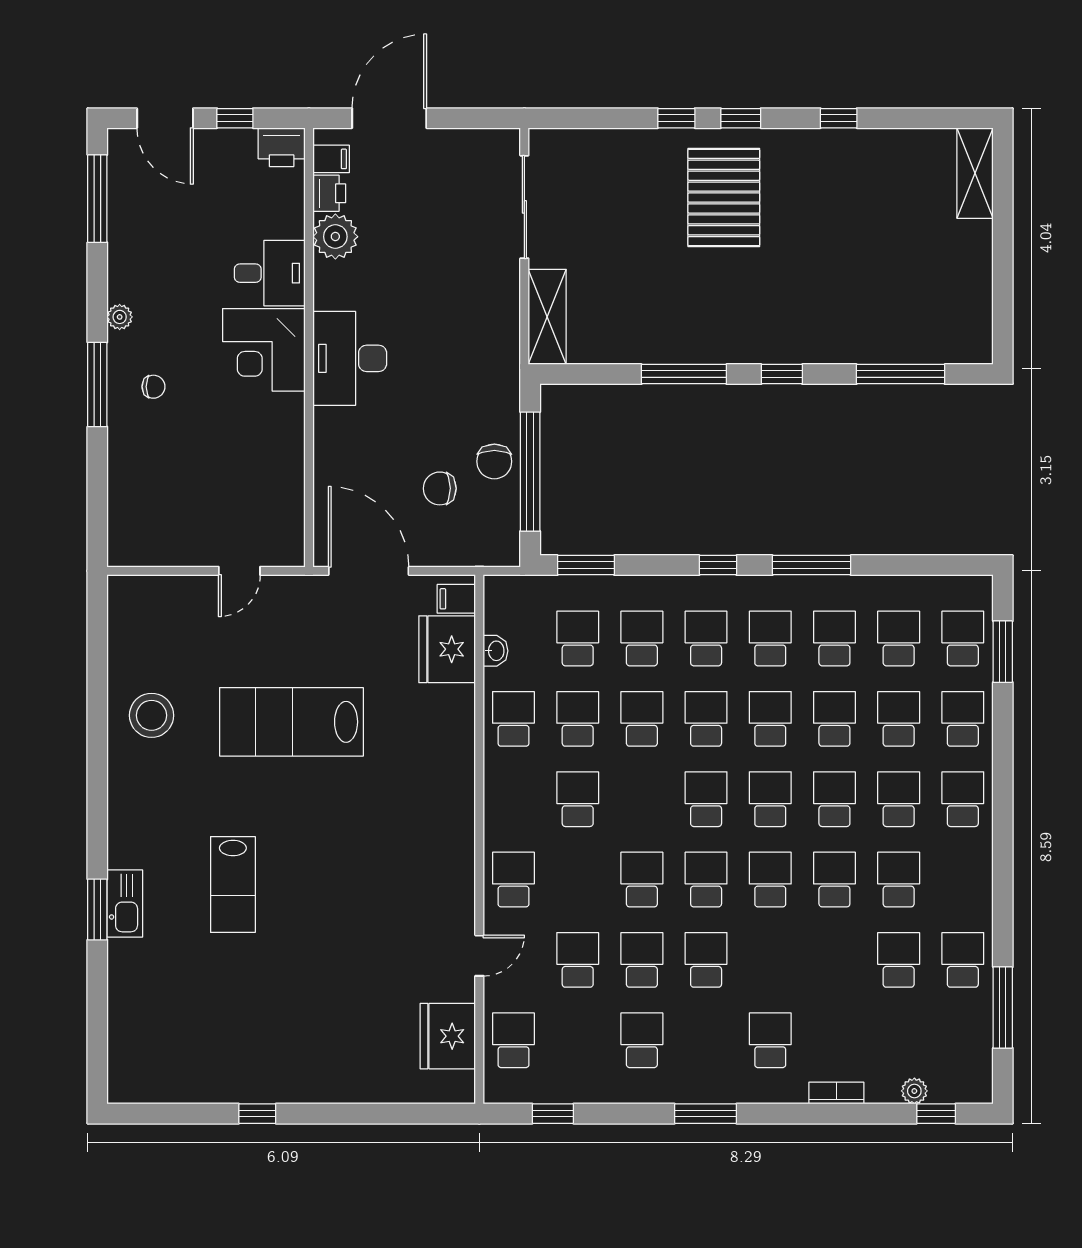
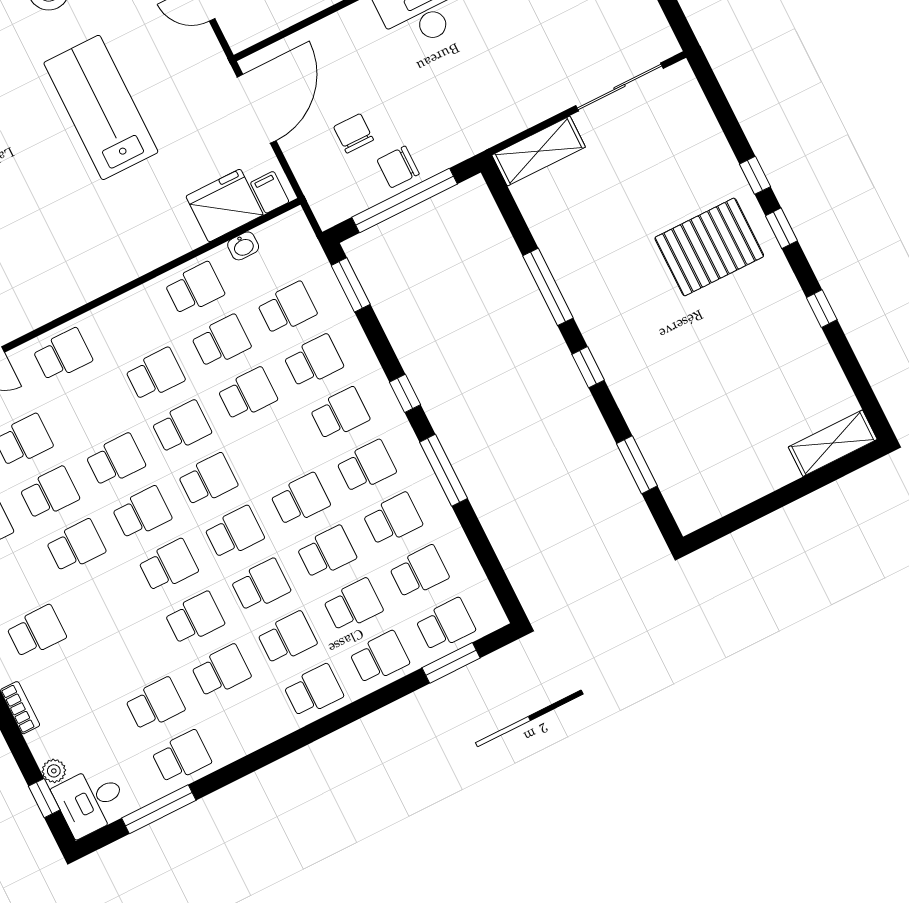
window: (901, 374) -> (637, 465), width x0.69
school desk: (706, 719) -> (181, 427), moved
desk: (962, 1070) -> (91, 801), added

